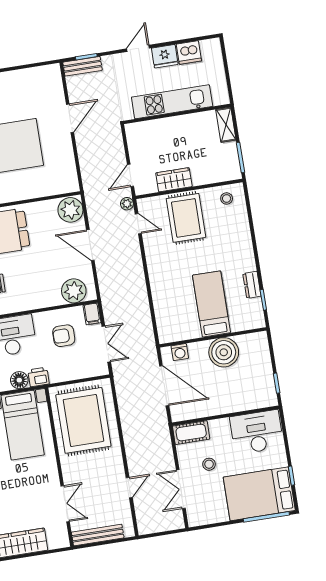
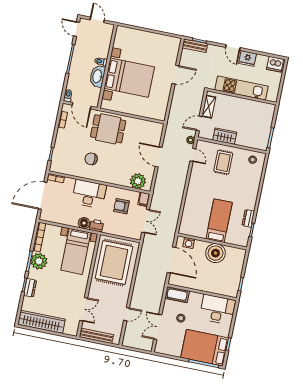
door: (138, 48) -> (233, 48), swing flipped
dishwasher: (189, 53) -> (275, 64), moved
shelving: (226, 125) -> (209, 107), moved
plant: (70, 210) -> (154, 131), removed
rug: (186, 218) -> (223, 162), width x0.73, depth x0.70

